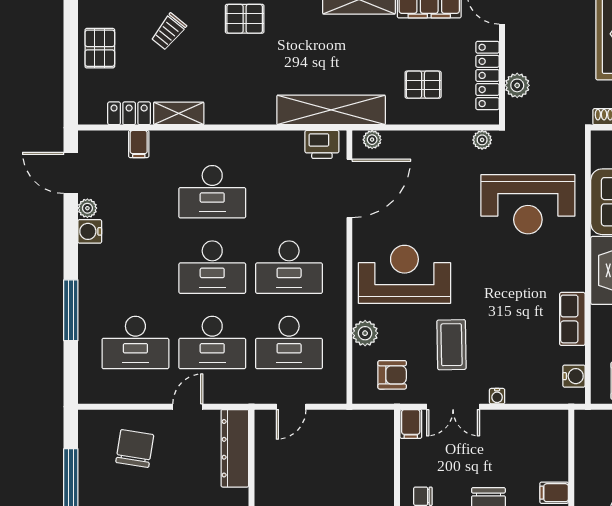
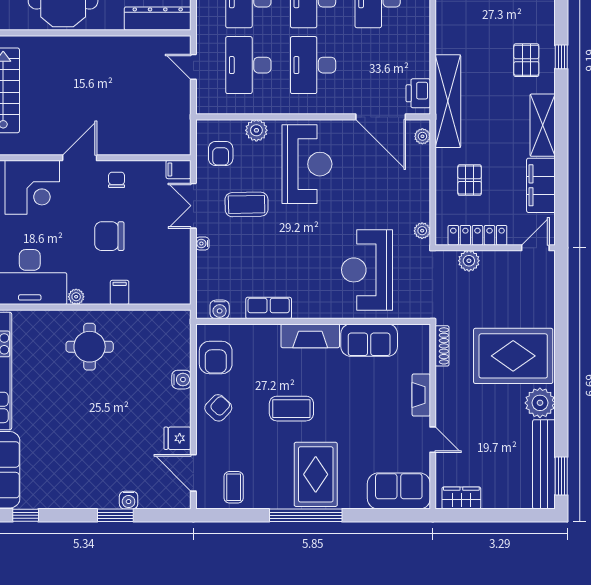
pallet: (245, 19) -> (526, 60), moved

